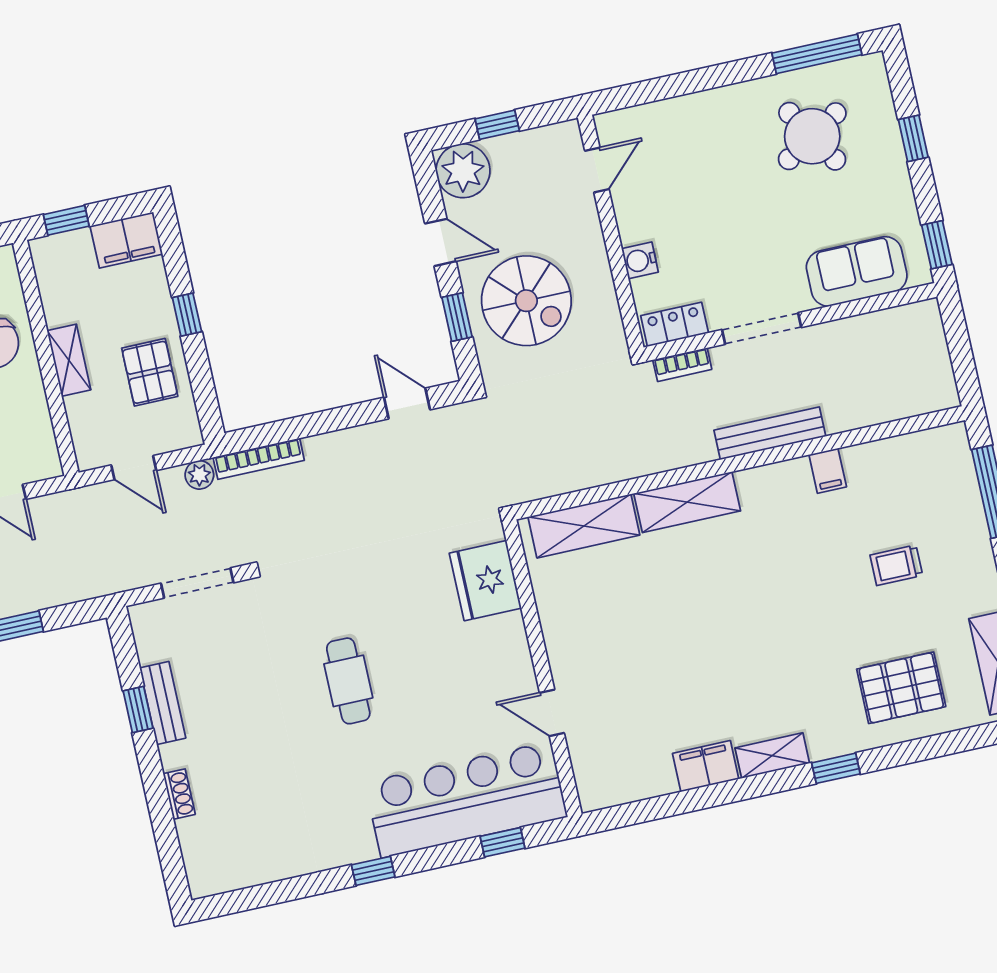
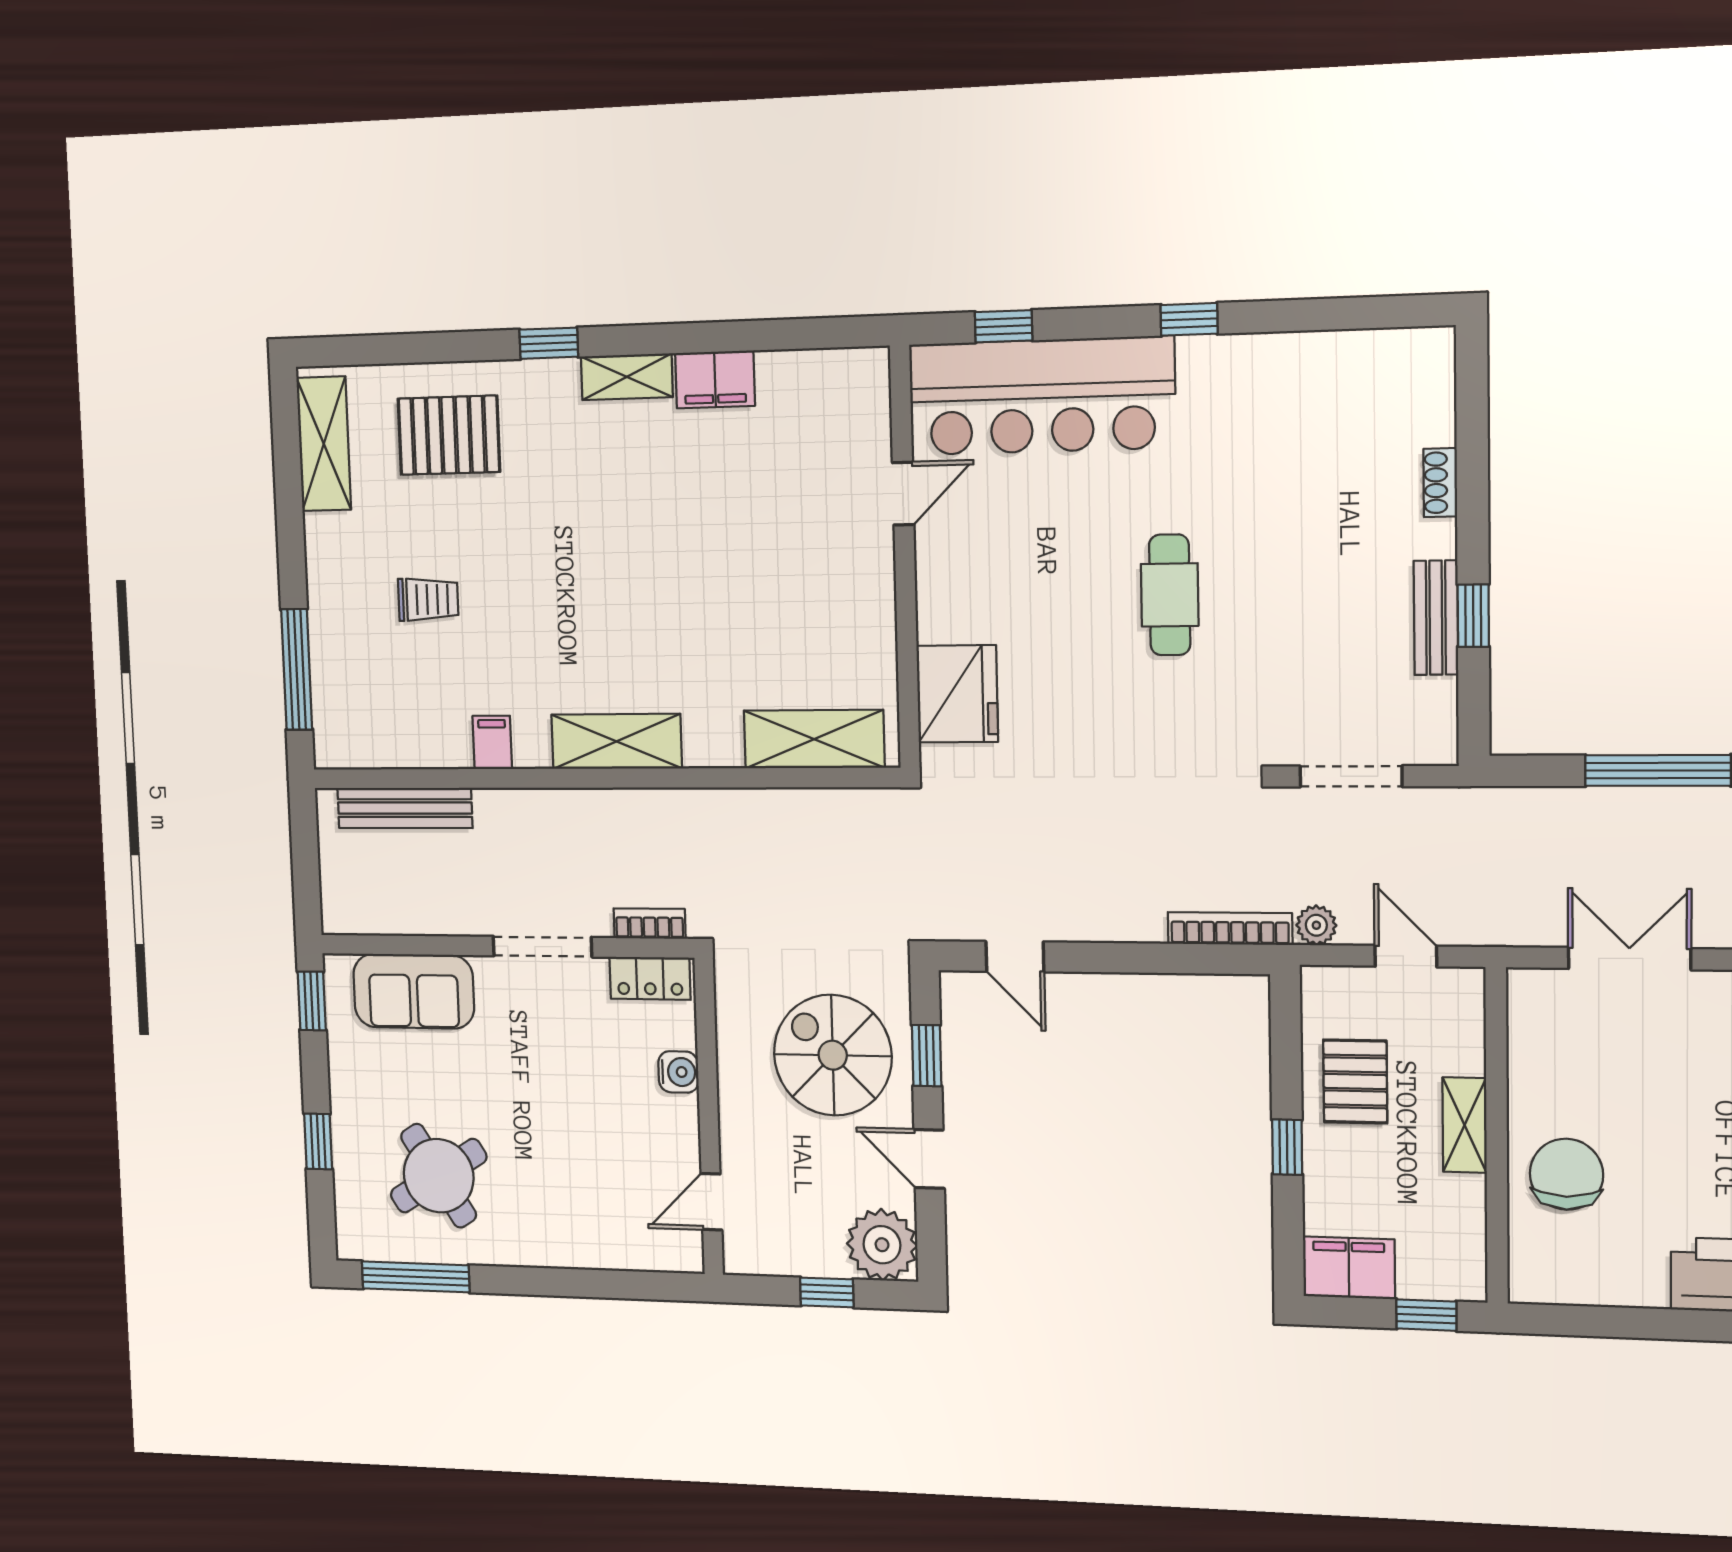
bench: (770, 433) -> (405, 808), moved
shelving: (687, 502) -> (617, 741), moved
door: (552, 713) -> (903, 494), hinge flipped

